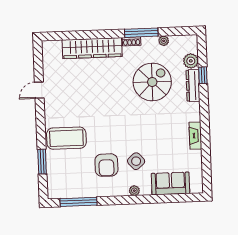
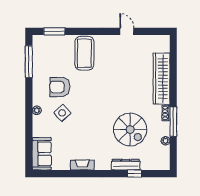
plant: (191, 61) -> (147, 164), removed
window: (42, 162) -> (54, 31), moved
sofa: (170, 183) -> (42, 154), moved

